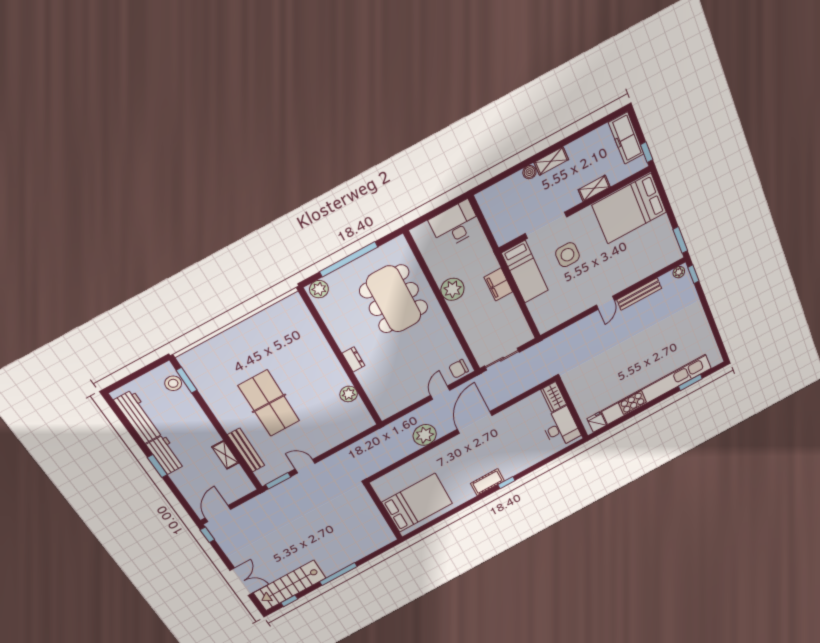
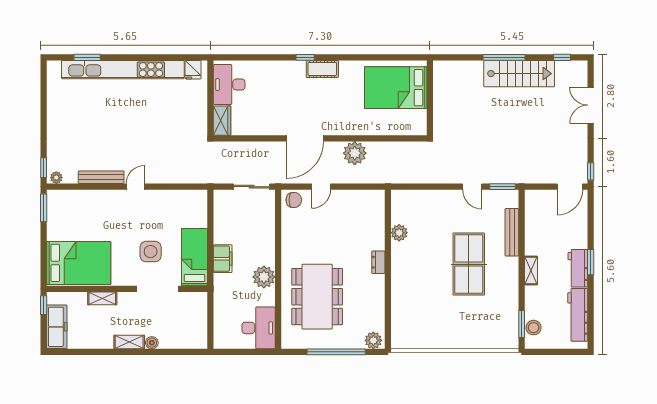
desk: (455, 224) -> (259, 328), moved, turned -90
shelving: (225, 455) -> (531, 270), moved
stairs: (290, 585) -> (519, 74), moved

